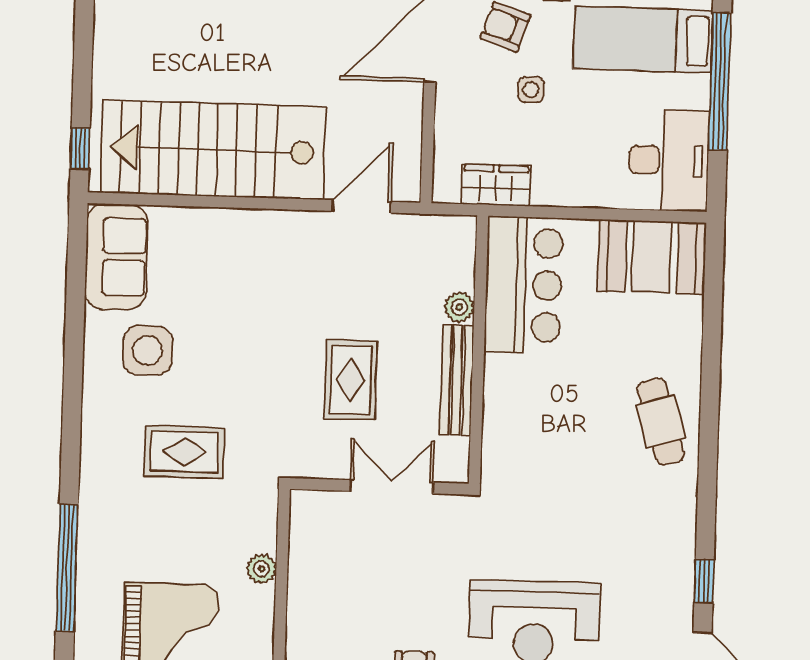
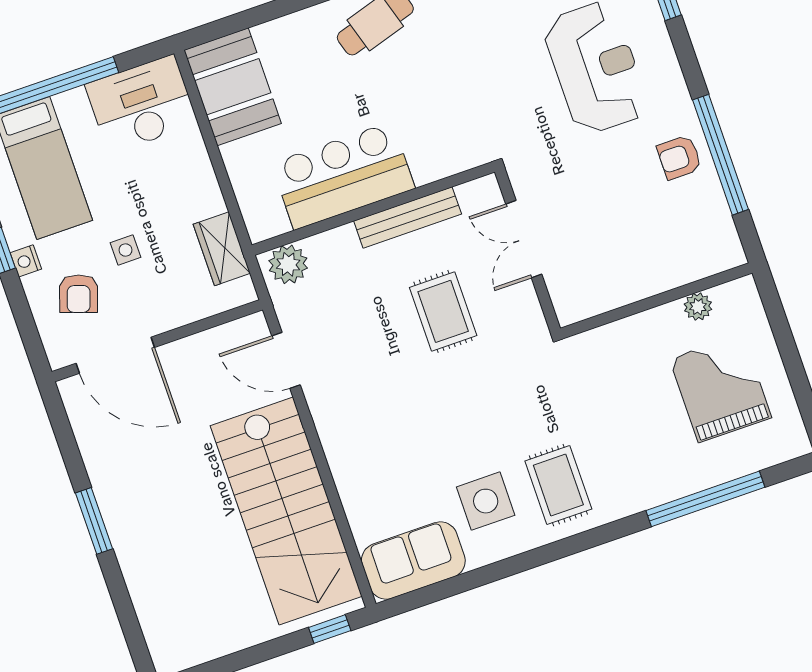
bar counter: (524, 285) -> (343, 176), moved
plant: (459, 307) -> (288, 264), moved, width x1.38, depth x1.38
rug: (351, 380) -> (443, 311), turned 90
rug: (184, 452) -> (558, 485), moved
plant: (261, 569) -> (698, 307), moved

